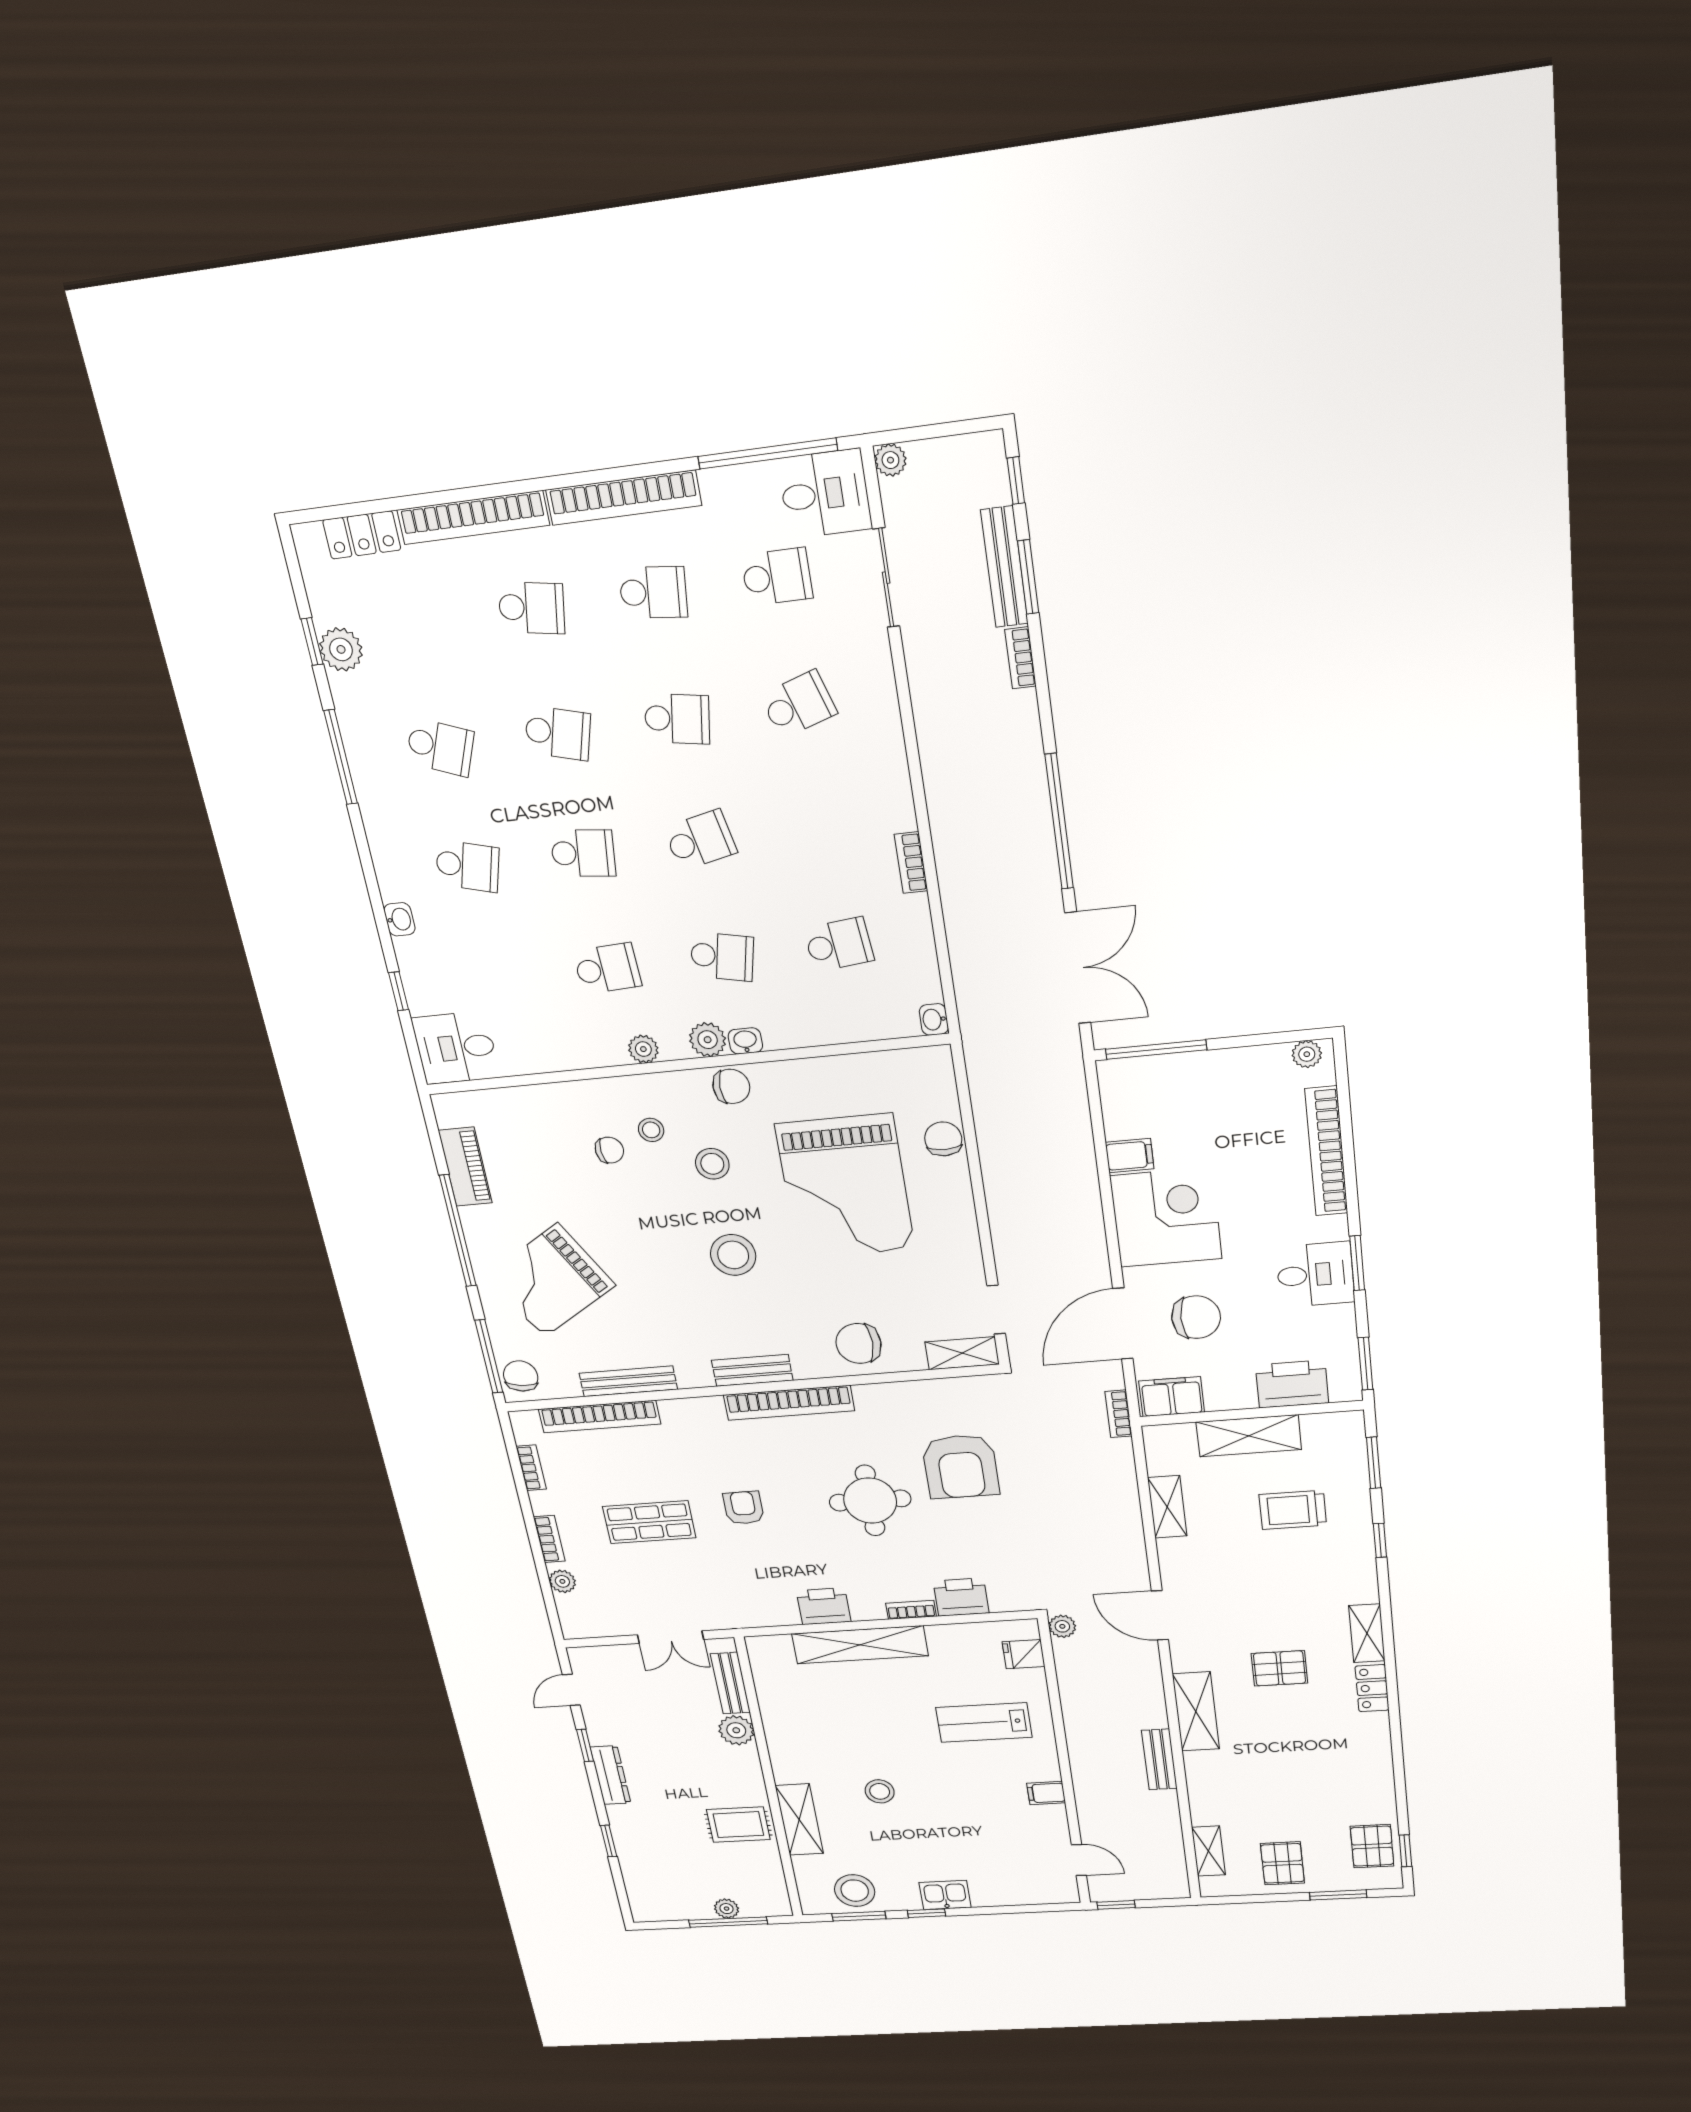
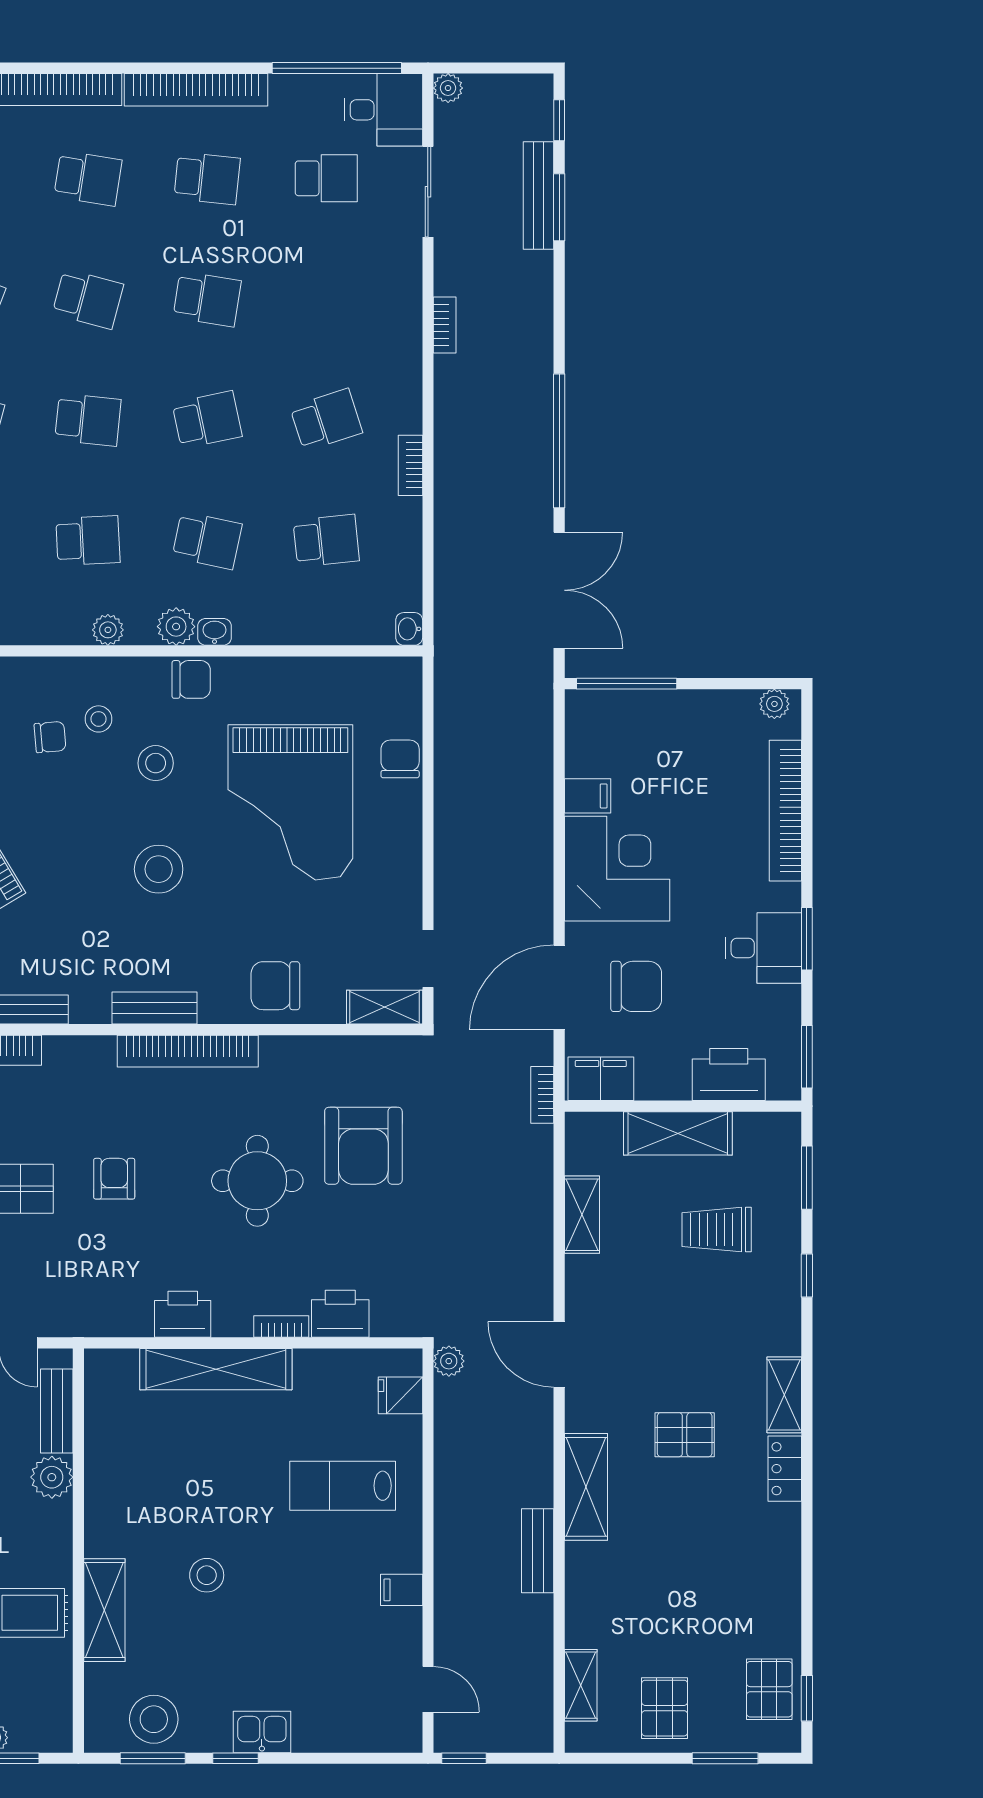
bookcase: (1020, 658) -> (445, 325), moved, turned 180
school desk: (798, 704) -> (326, 420), moved

